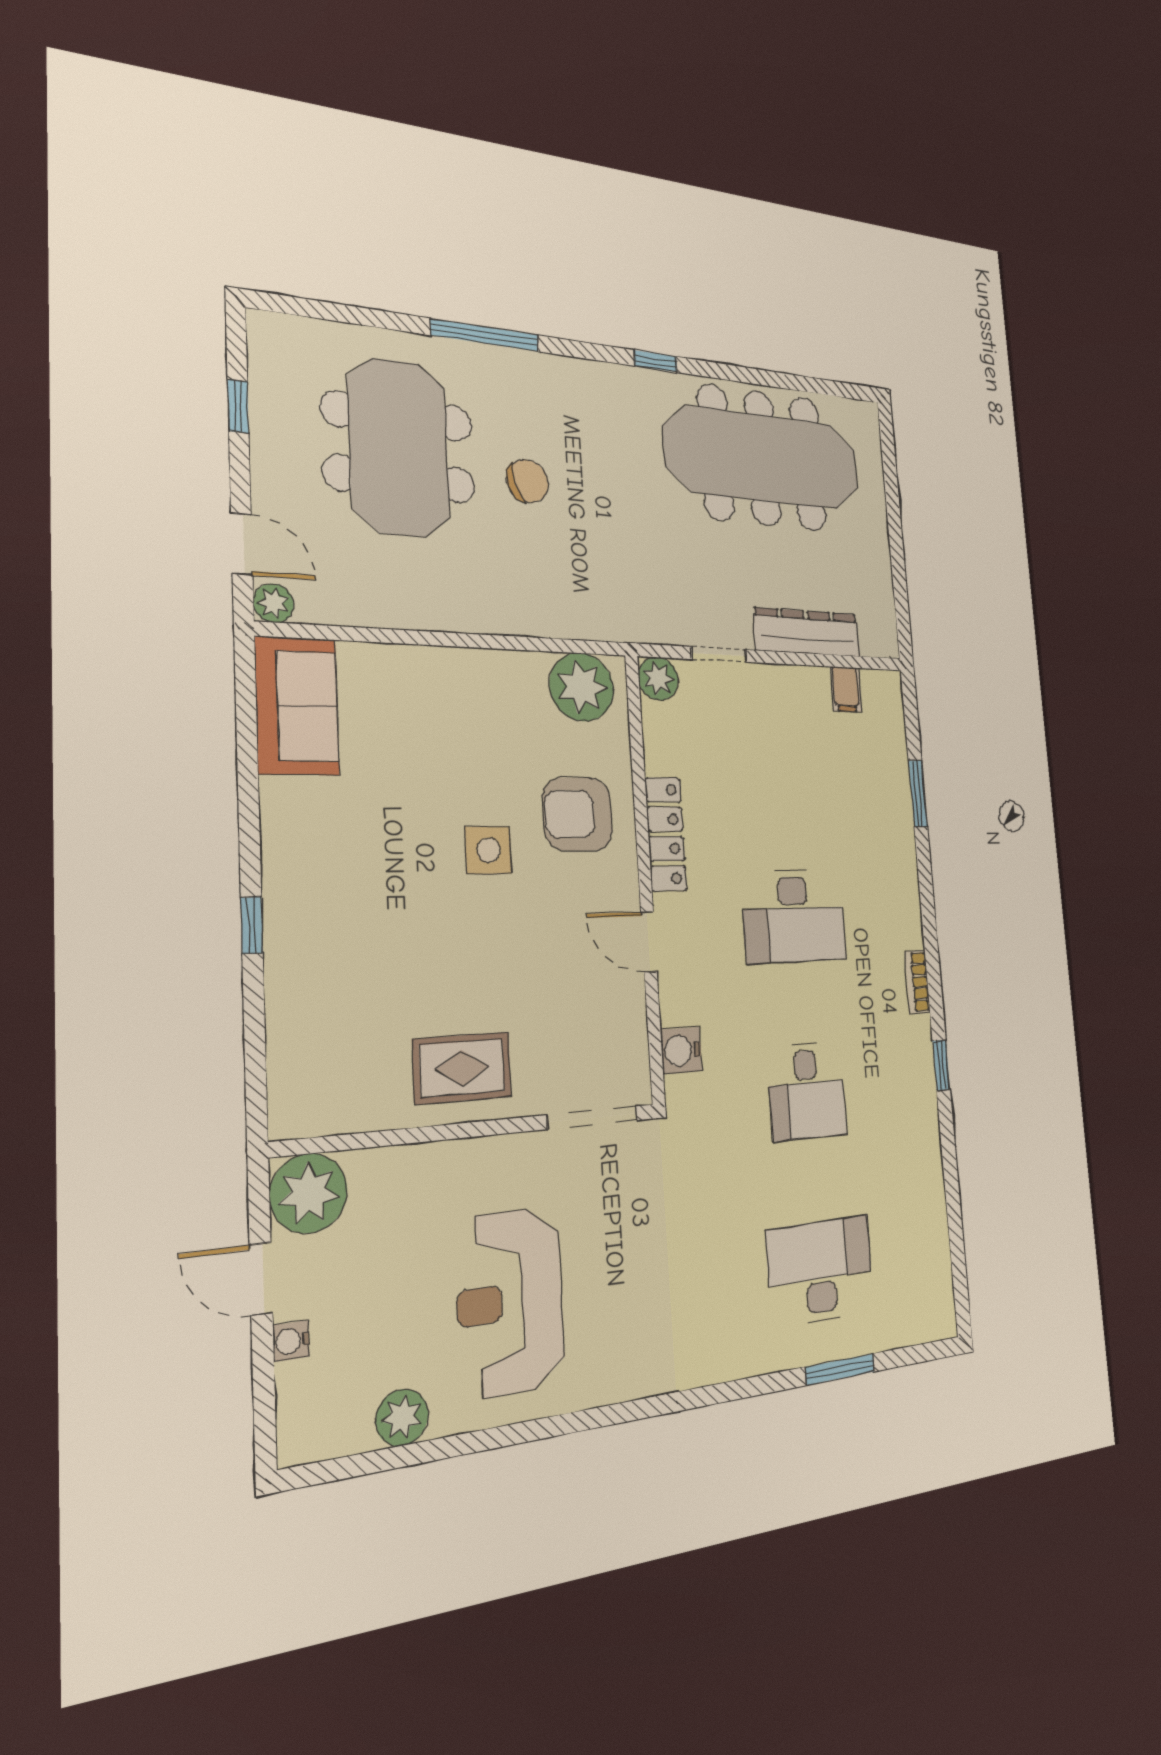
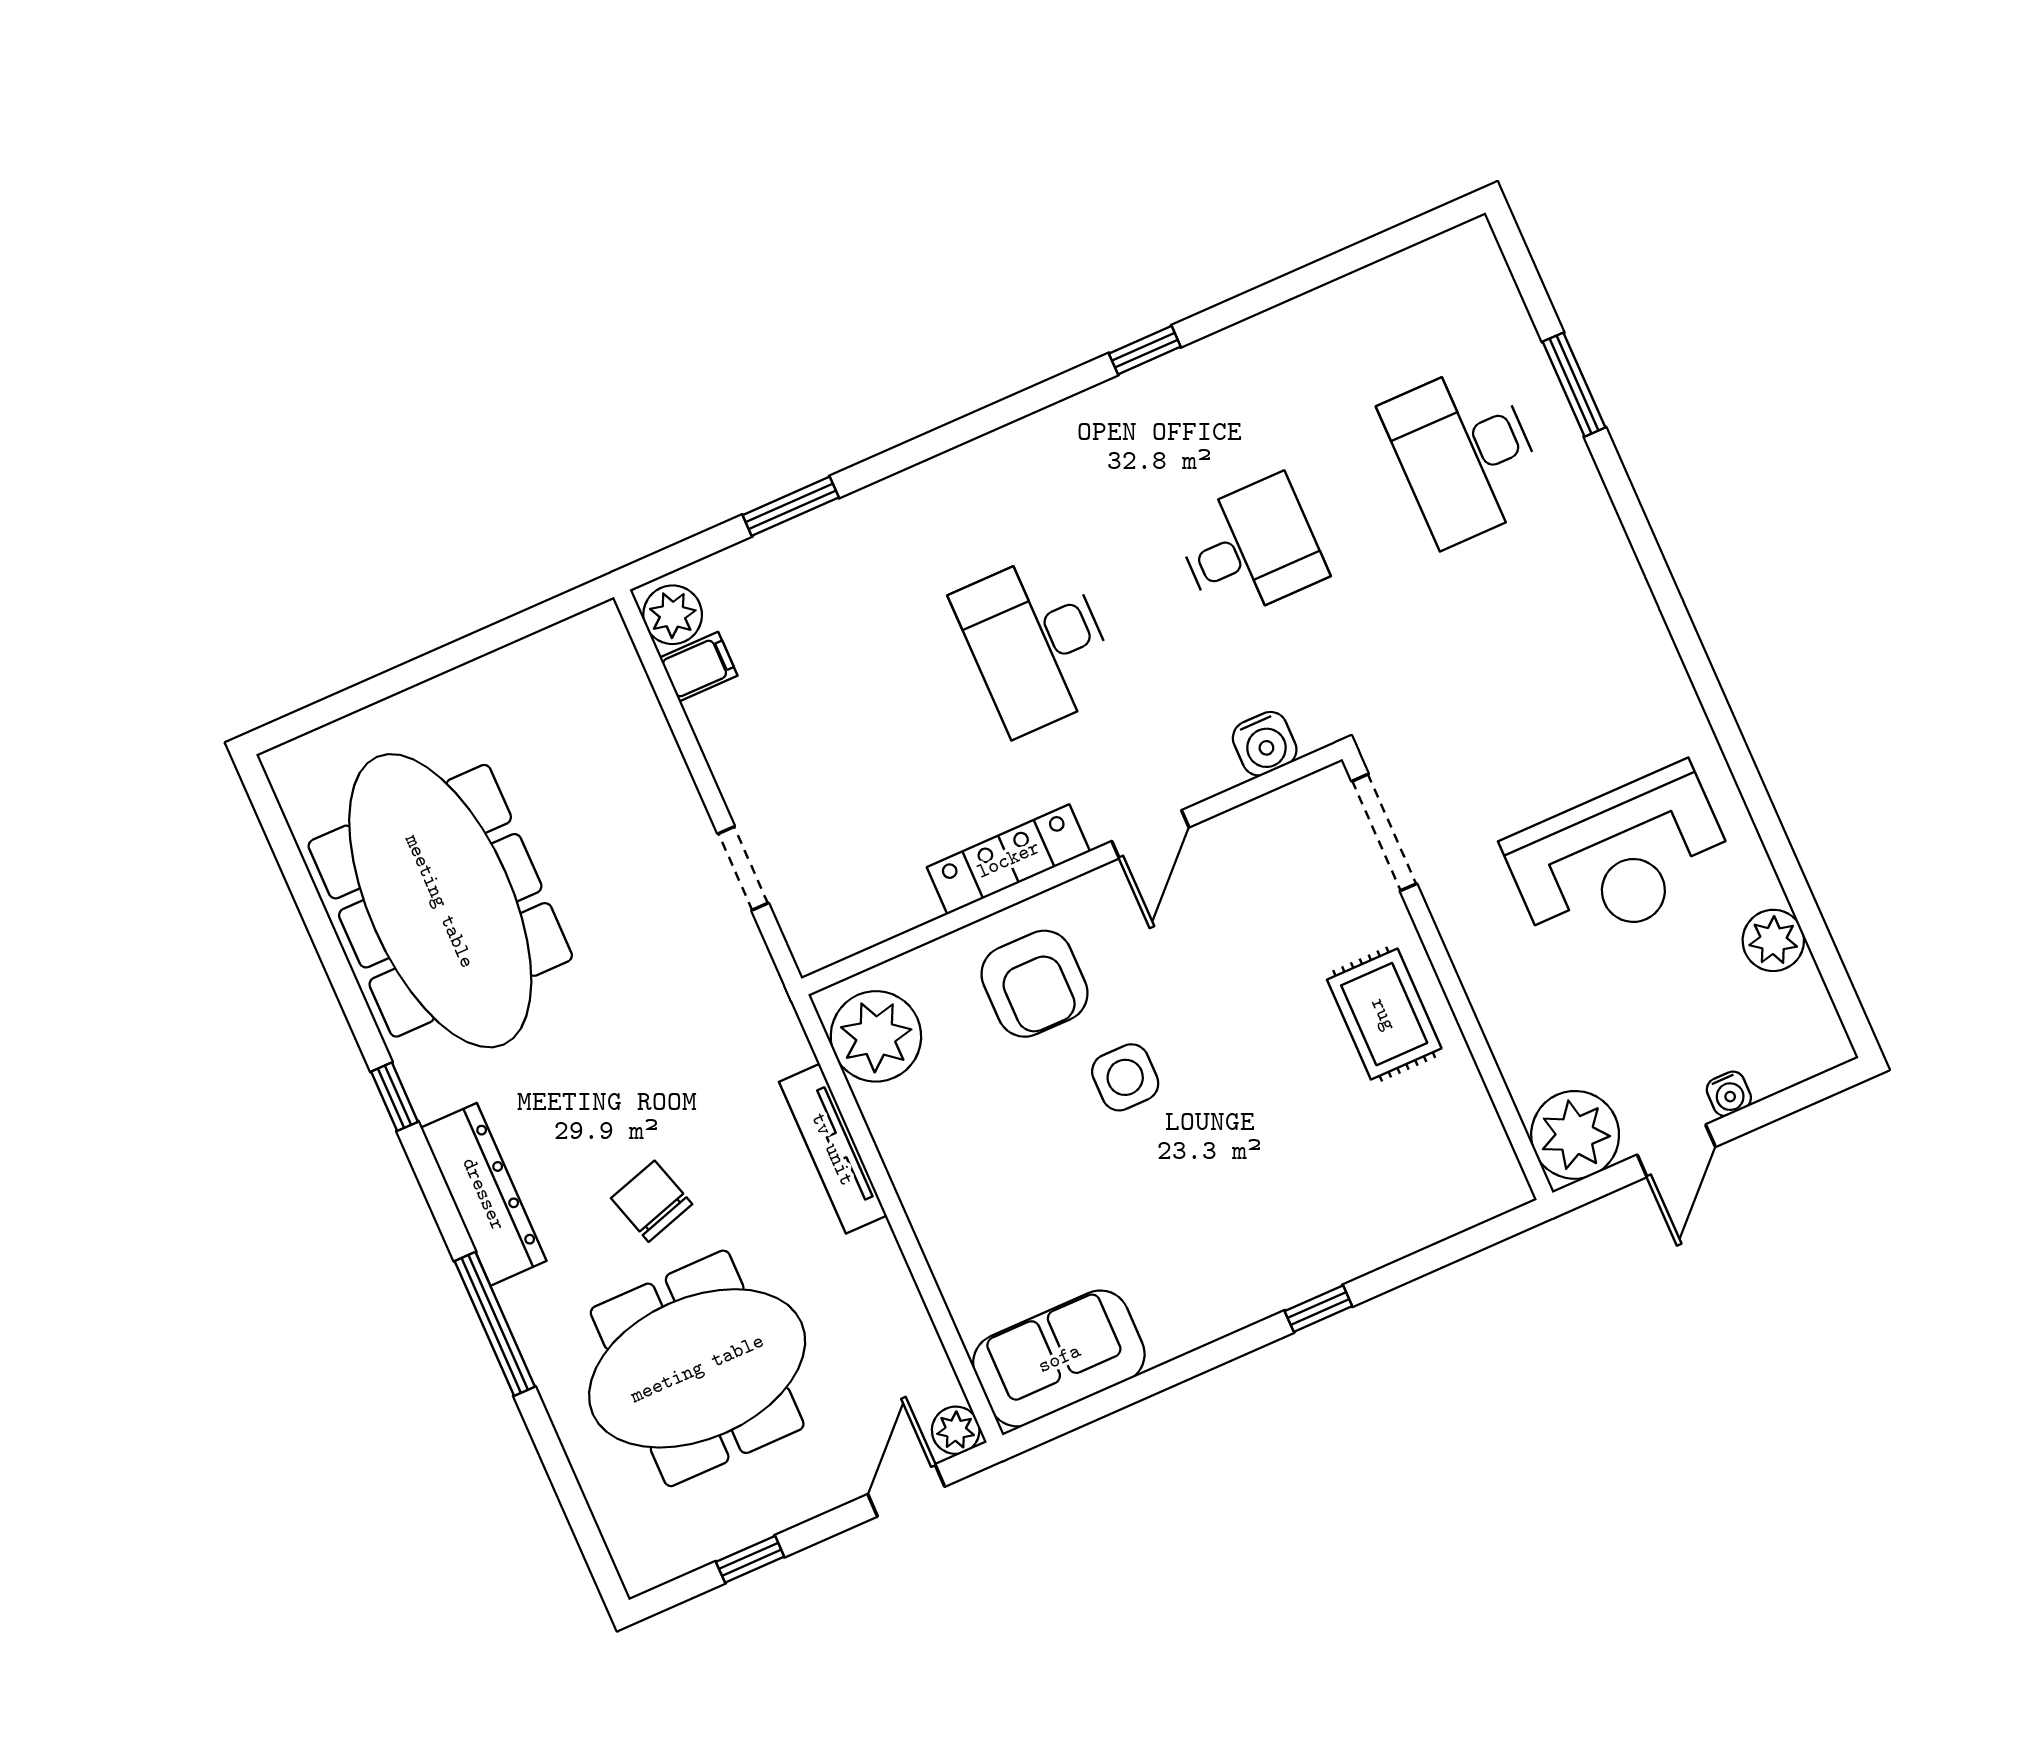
tv unit: (517, 620) -> (833, 1149), added
dresser: (807, 632) -> (484, 1194), moved, turned 180
plant: (658, 679) -> (673, 615), moved
desk: (794, 916) -> (1036, 643), turned 180
bookcase: (917, 982) -> (1048, 424), removed

